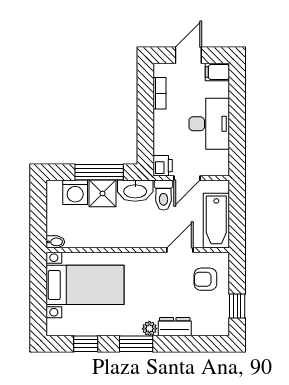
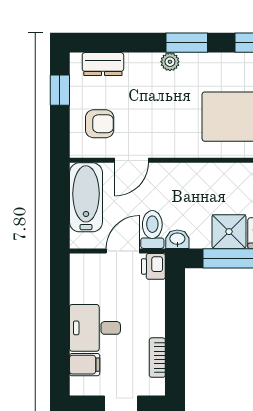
filing cabinet: (217, 72) -> (85, 365), moved
desk: (209, 124) -> (95, 328), width x0.73
washbasin: (135, 191) -> (177, 239), width x0.52, depth x0.69
dresser: (175, 327) -> (103, 64), moved

